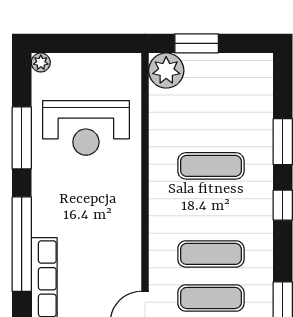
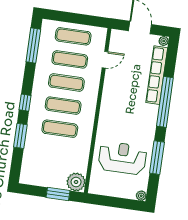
exercise mat: (211, 210) -> (63, 106), added

